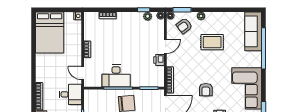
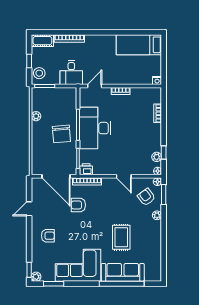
sofa: (253, 31) -> (123, 272), moved
bed: (50, 33) -> (139, 45), width x0.67
rug: (212, 42) -> (121, 237), moved
printer: (159, 60) -> (86, 169), moved
desk: (116, 76) -> (95, 128), width x1.36, depth x1.30
armchair: (206, 90) -> (78, 205), moved

